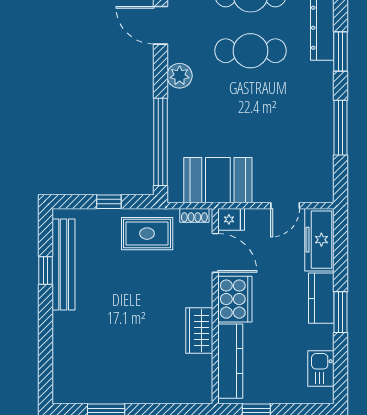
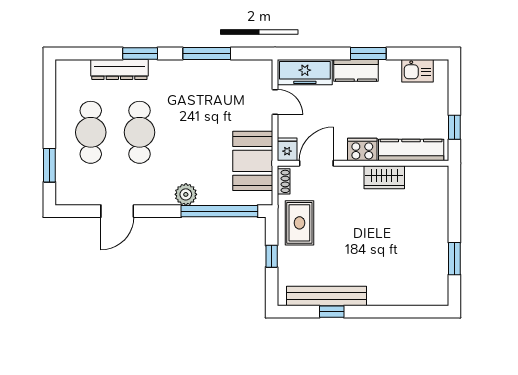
plant: (180, 76) -> (186, 194), moved
cooker: (235, 299) -> (362, 150), width x0.73, depth x0.76

